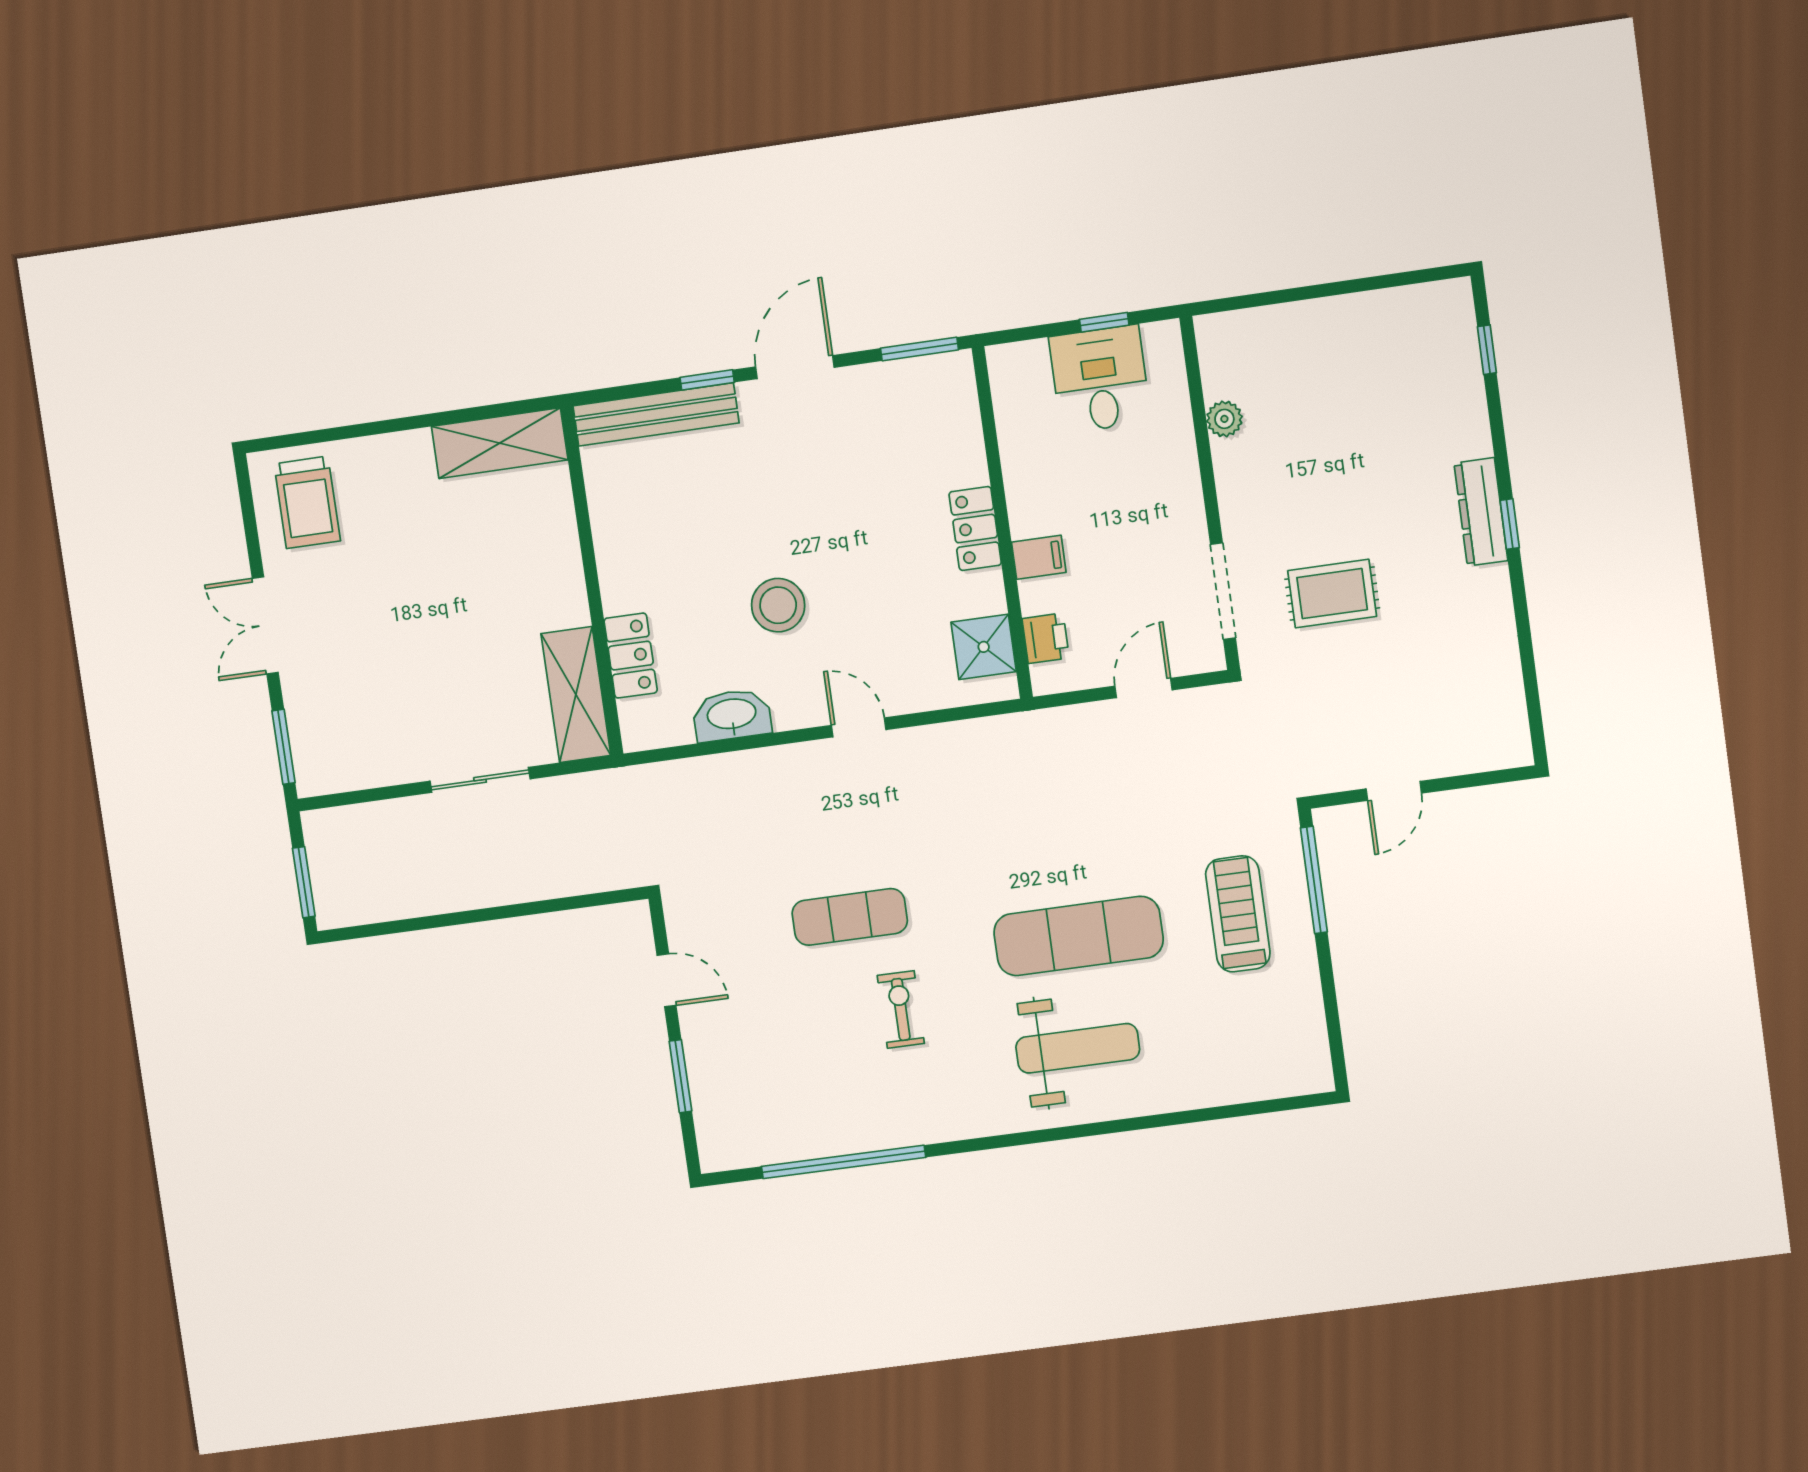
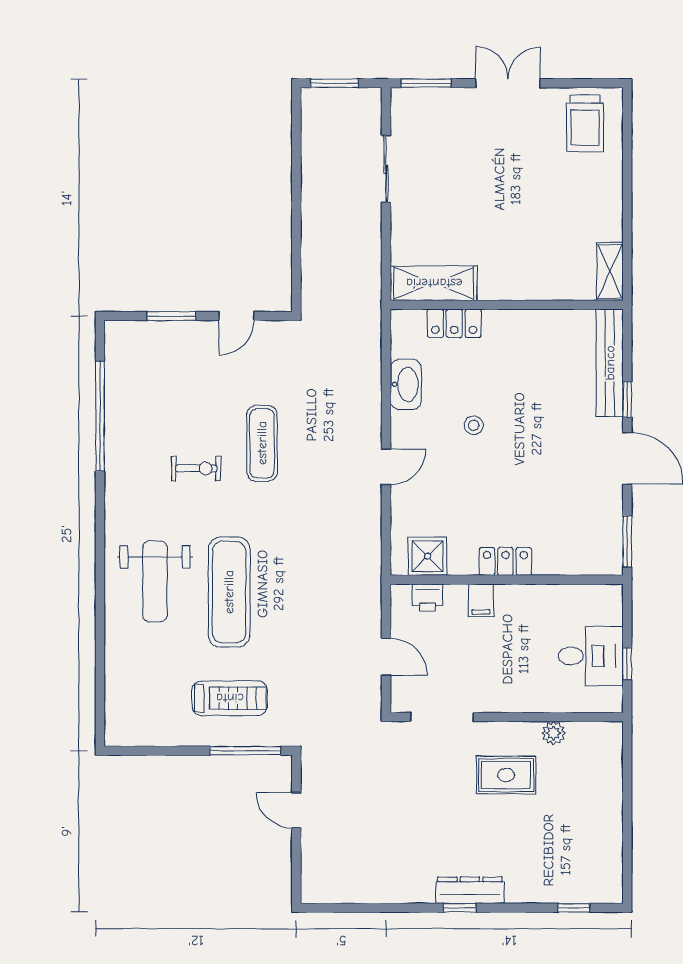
shelving: (500, 443) -> (610, 272), width x0.67, depth x0.75
trolley: (307, 502) -> (585, 123), turned -90
rug: (1332, 594) -> (506, 775), moved, turned 90
stool: (778, 605) -> (474, 425), width x0.53, depth x0.53
sliding door: (480, 780) -> (386, 169), moved

